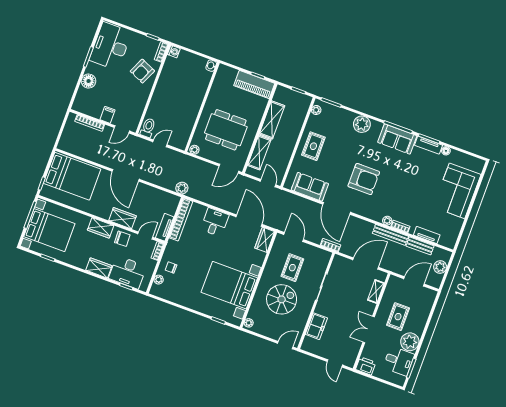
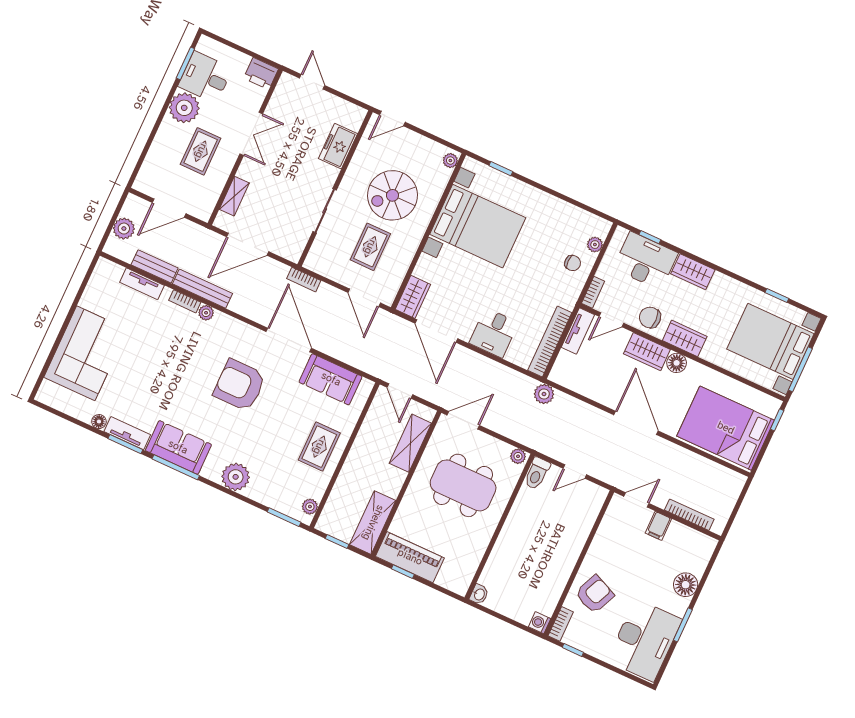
shelving: (272, 120) -> (373, 523), moved
toilet: (148, 128) -> (537, 473), moved
floor lamp: (104, 213) -> (677, 363), added

